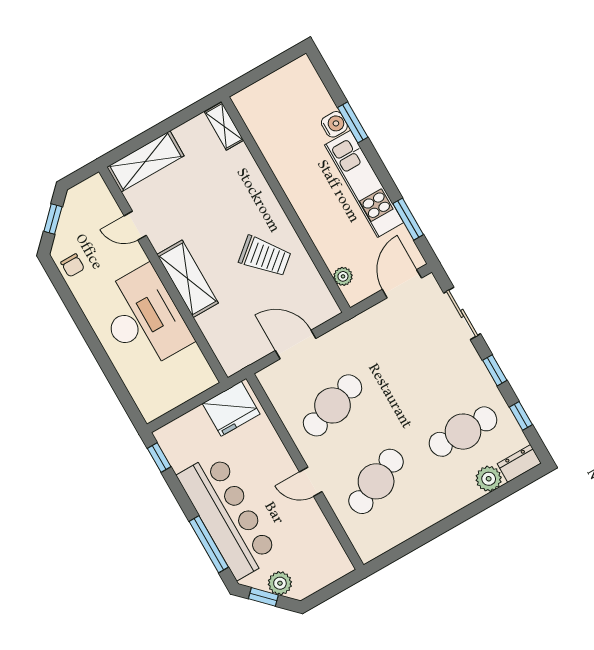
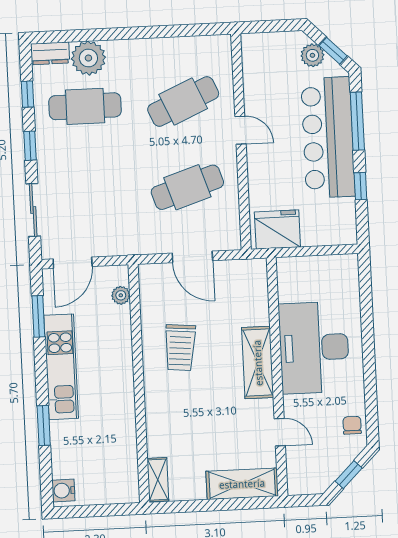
water cooler: (334, 124) -> (63, 491), moved
trolley: (265, 256) -> (180, 348), turned -135
window: (159, 458) -> (360, 186), moved
plant: (489, 479) -> (88, 58), width x1.36, depth x1.36

